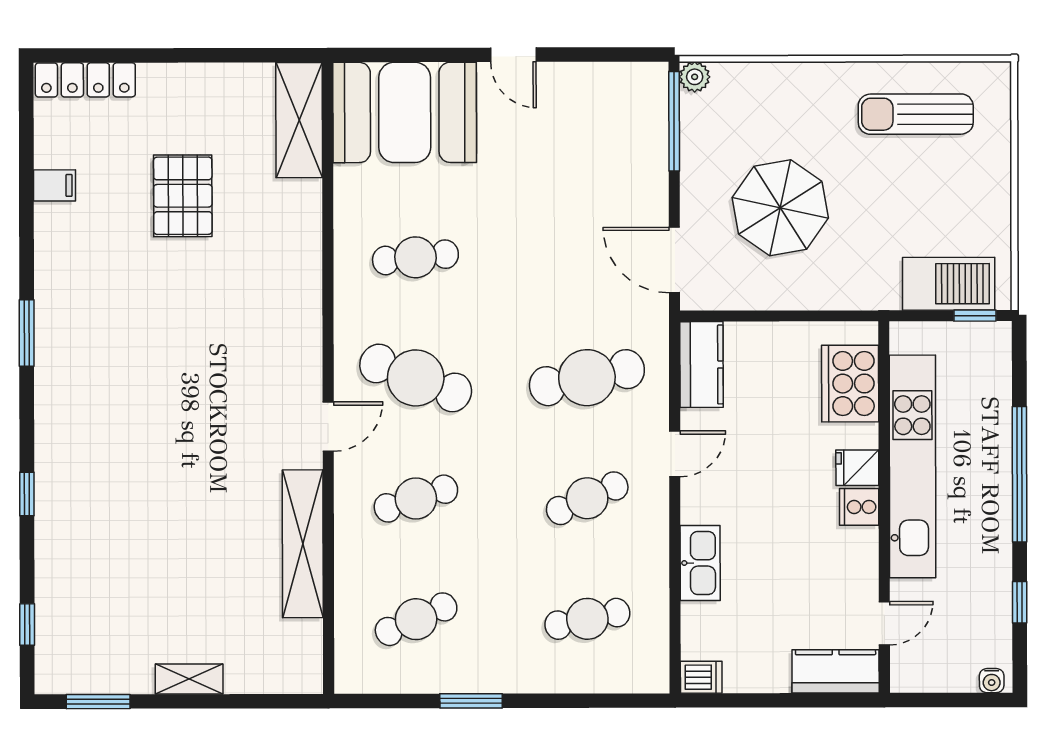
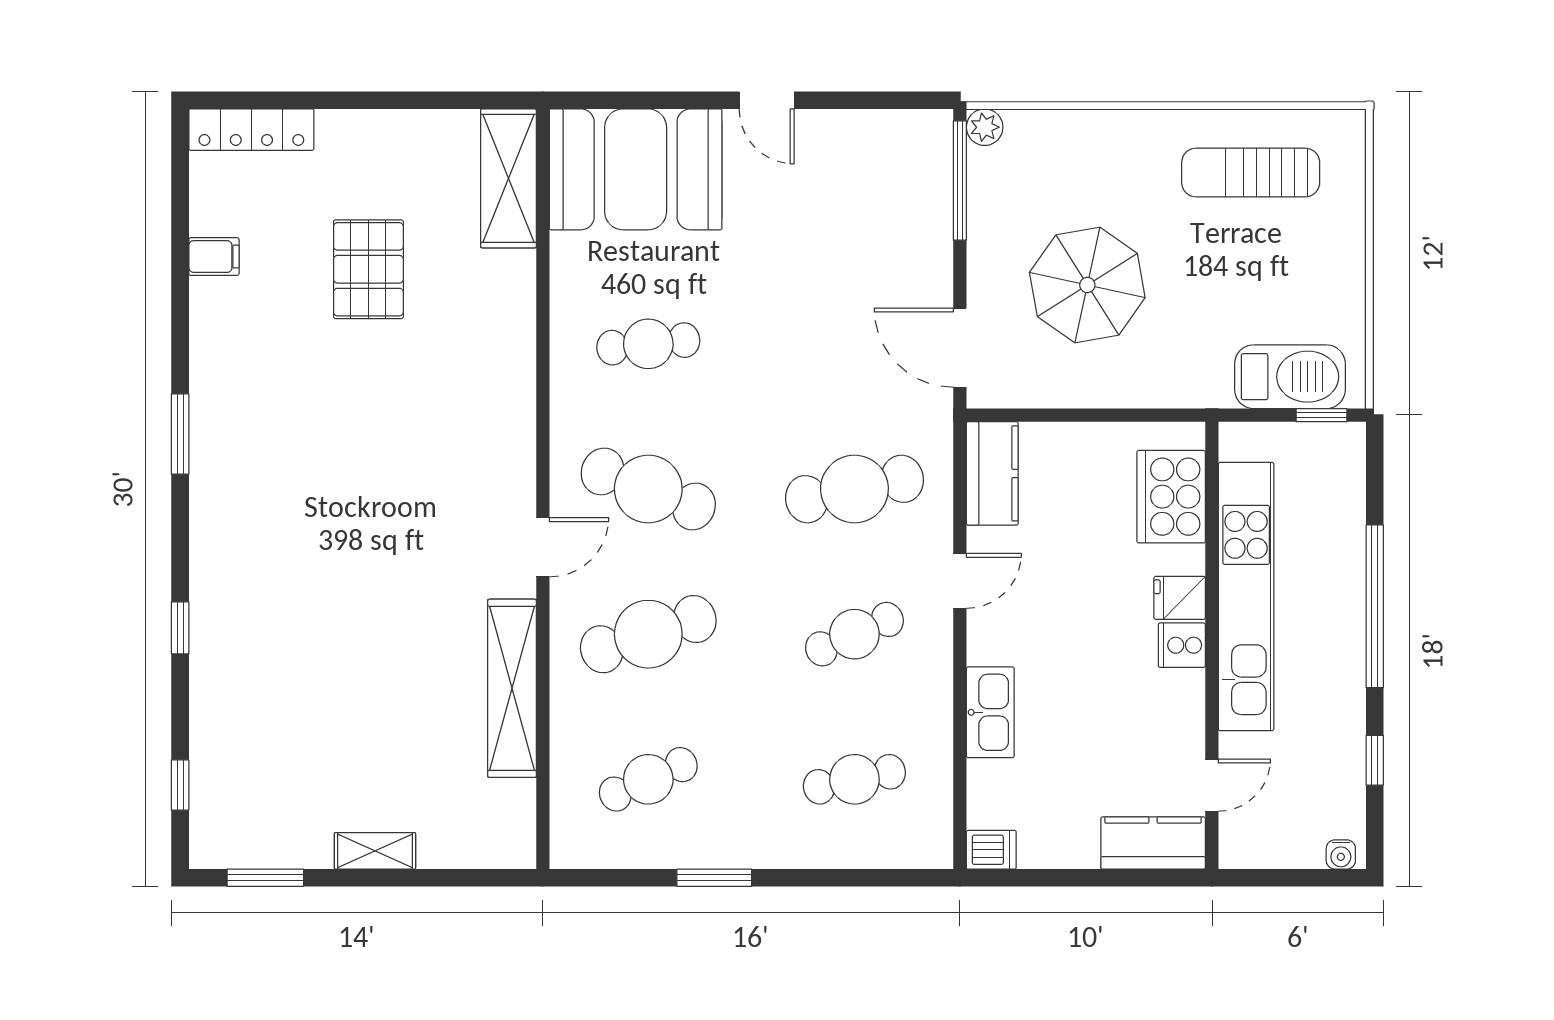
cafe table: (416, 499) -> (648, 634), width x1.37, depth x1.35

